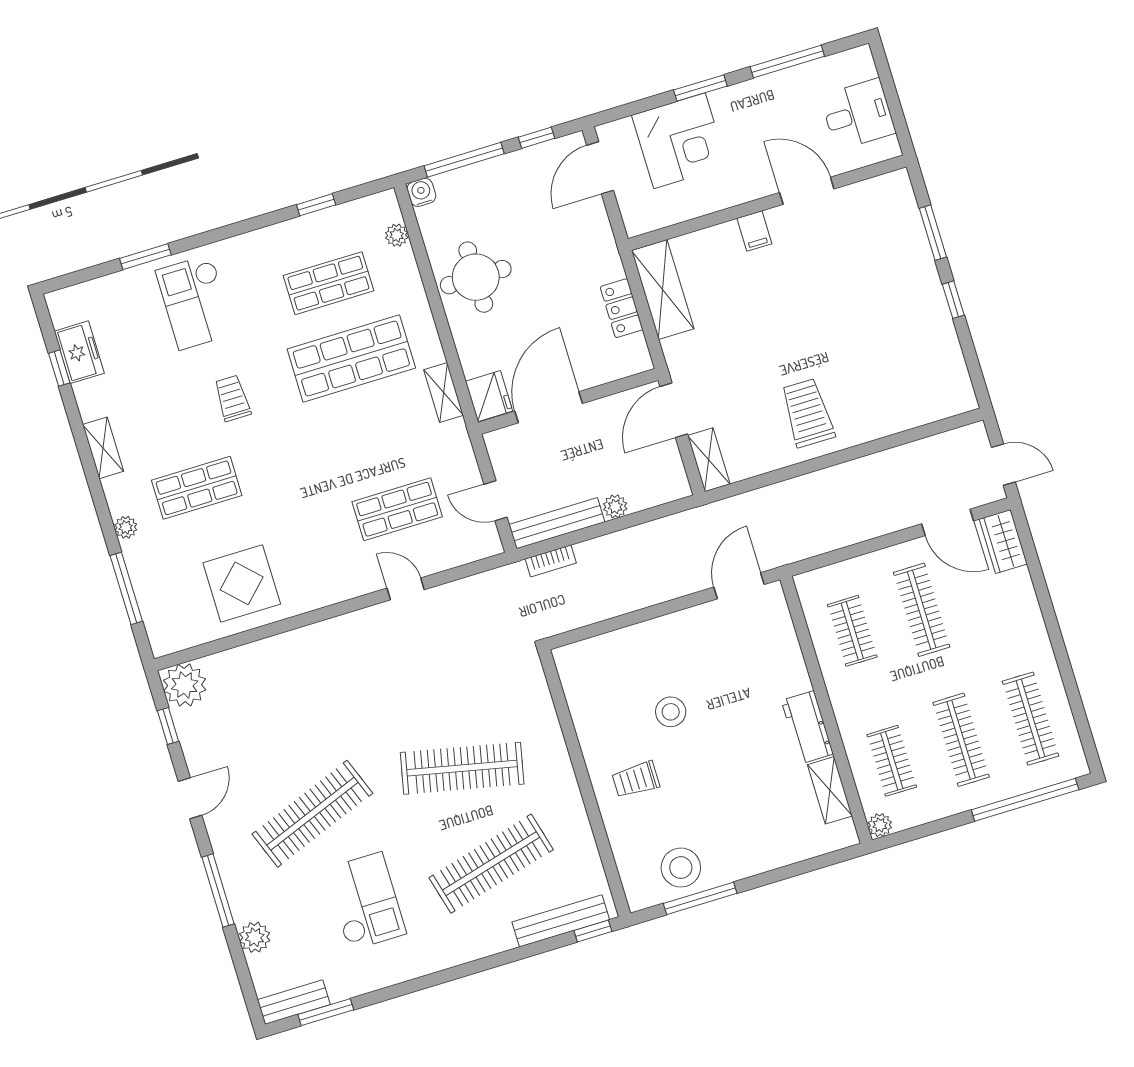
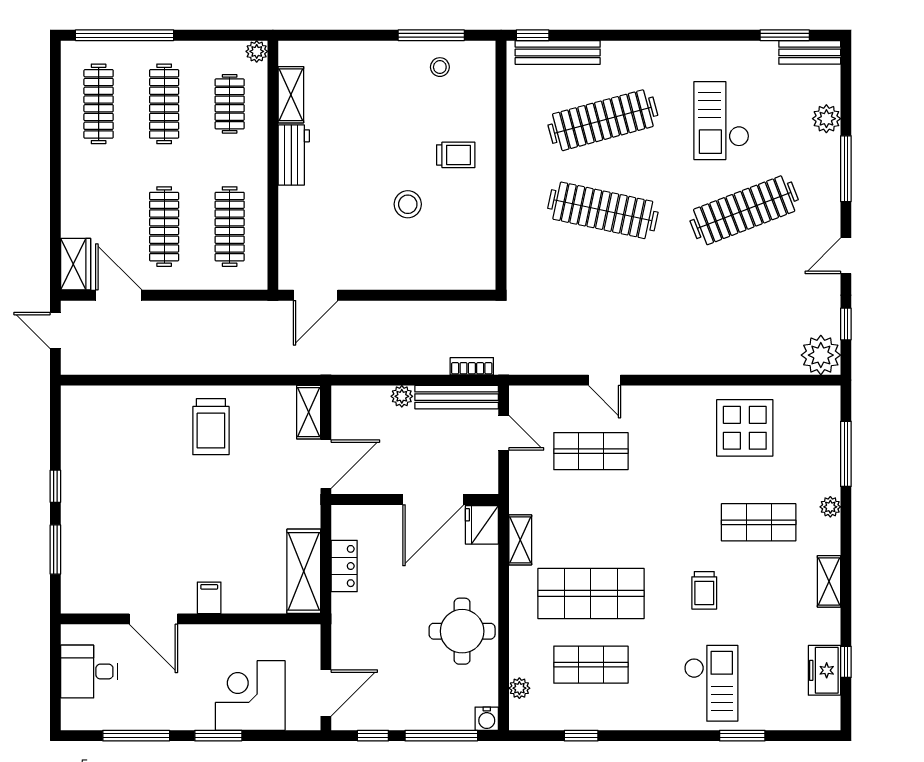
clothes rail: (852, 631) -> (230, 227), width x1.36
stool: (681, 868) -> (440, 67), width x0.53, depth x0.53

